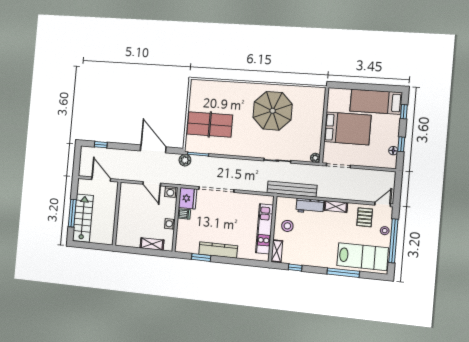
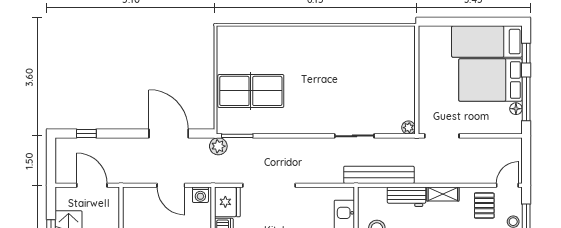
parasol: (273, 111) -> (342, 64), removed
bed: (347, 128) -> (490, 80), moved, turned 180
window: (401, 144) -> (526, 99), width x2.17

